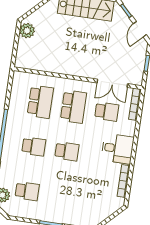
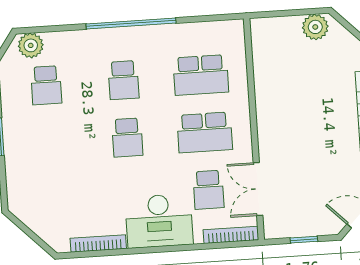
desk: (118, 149) -> (159, 221), width x1.37

